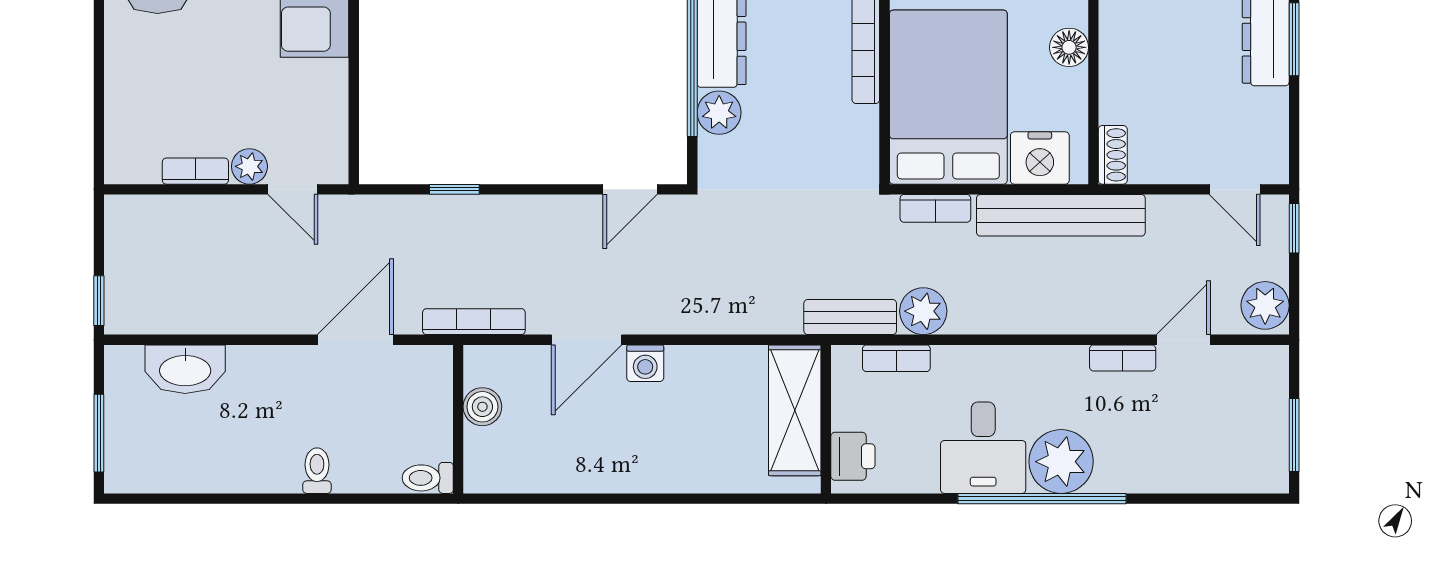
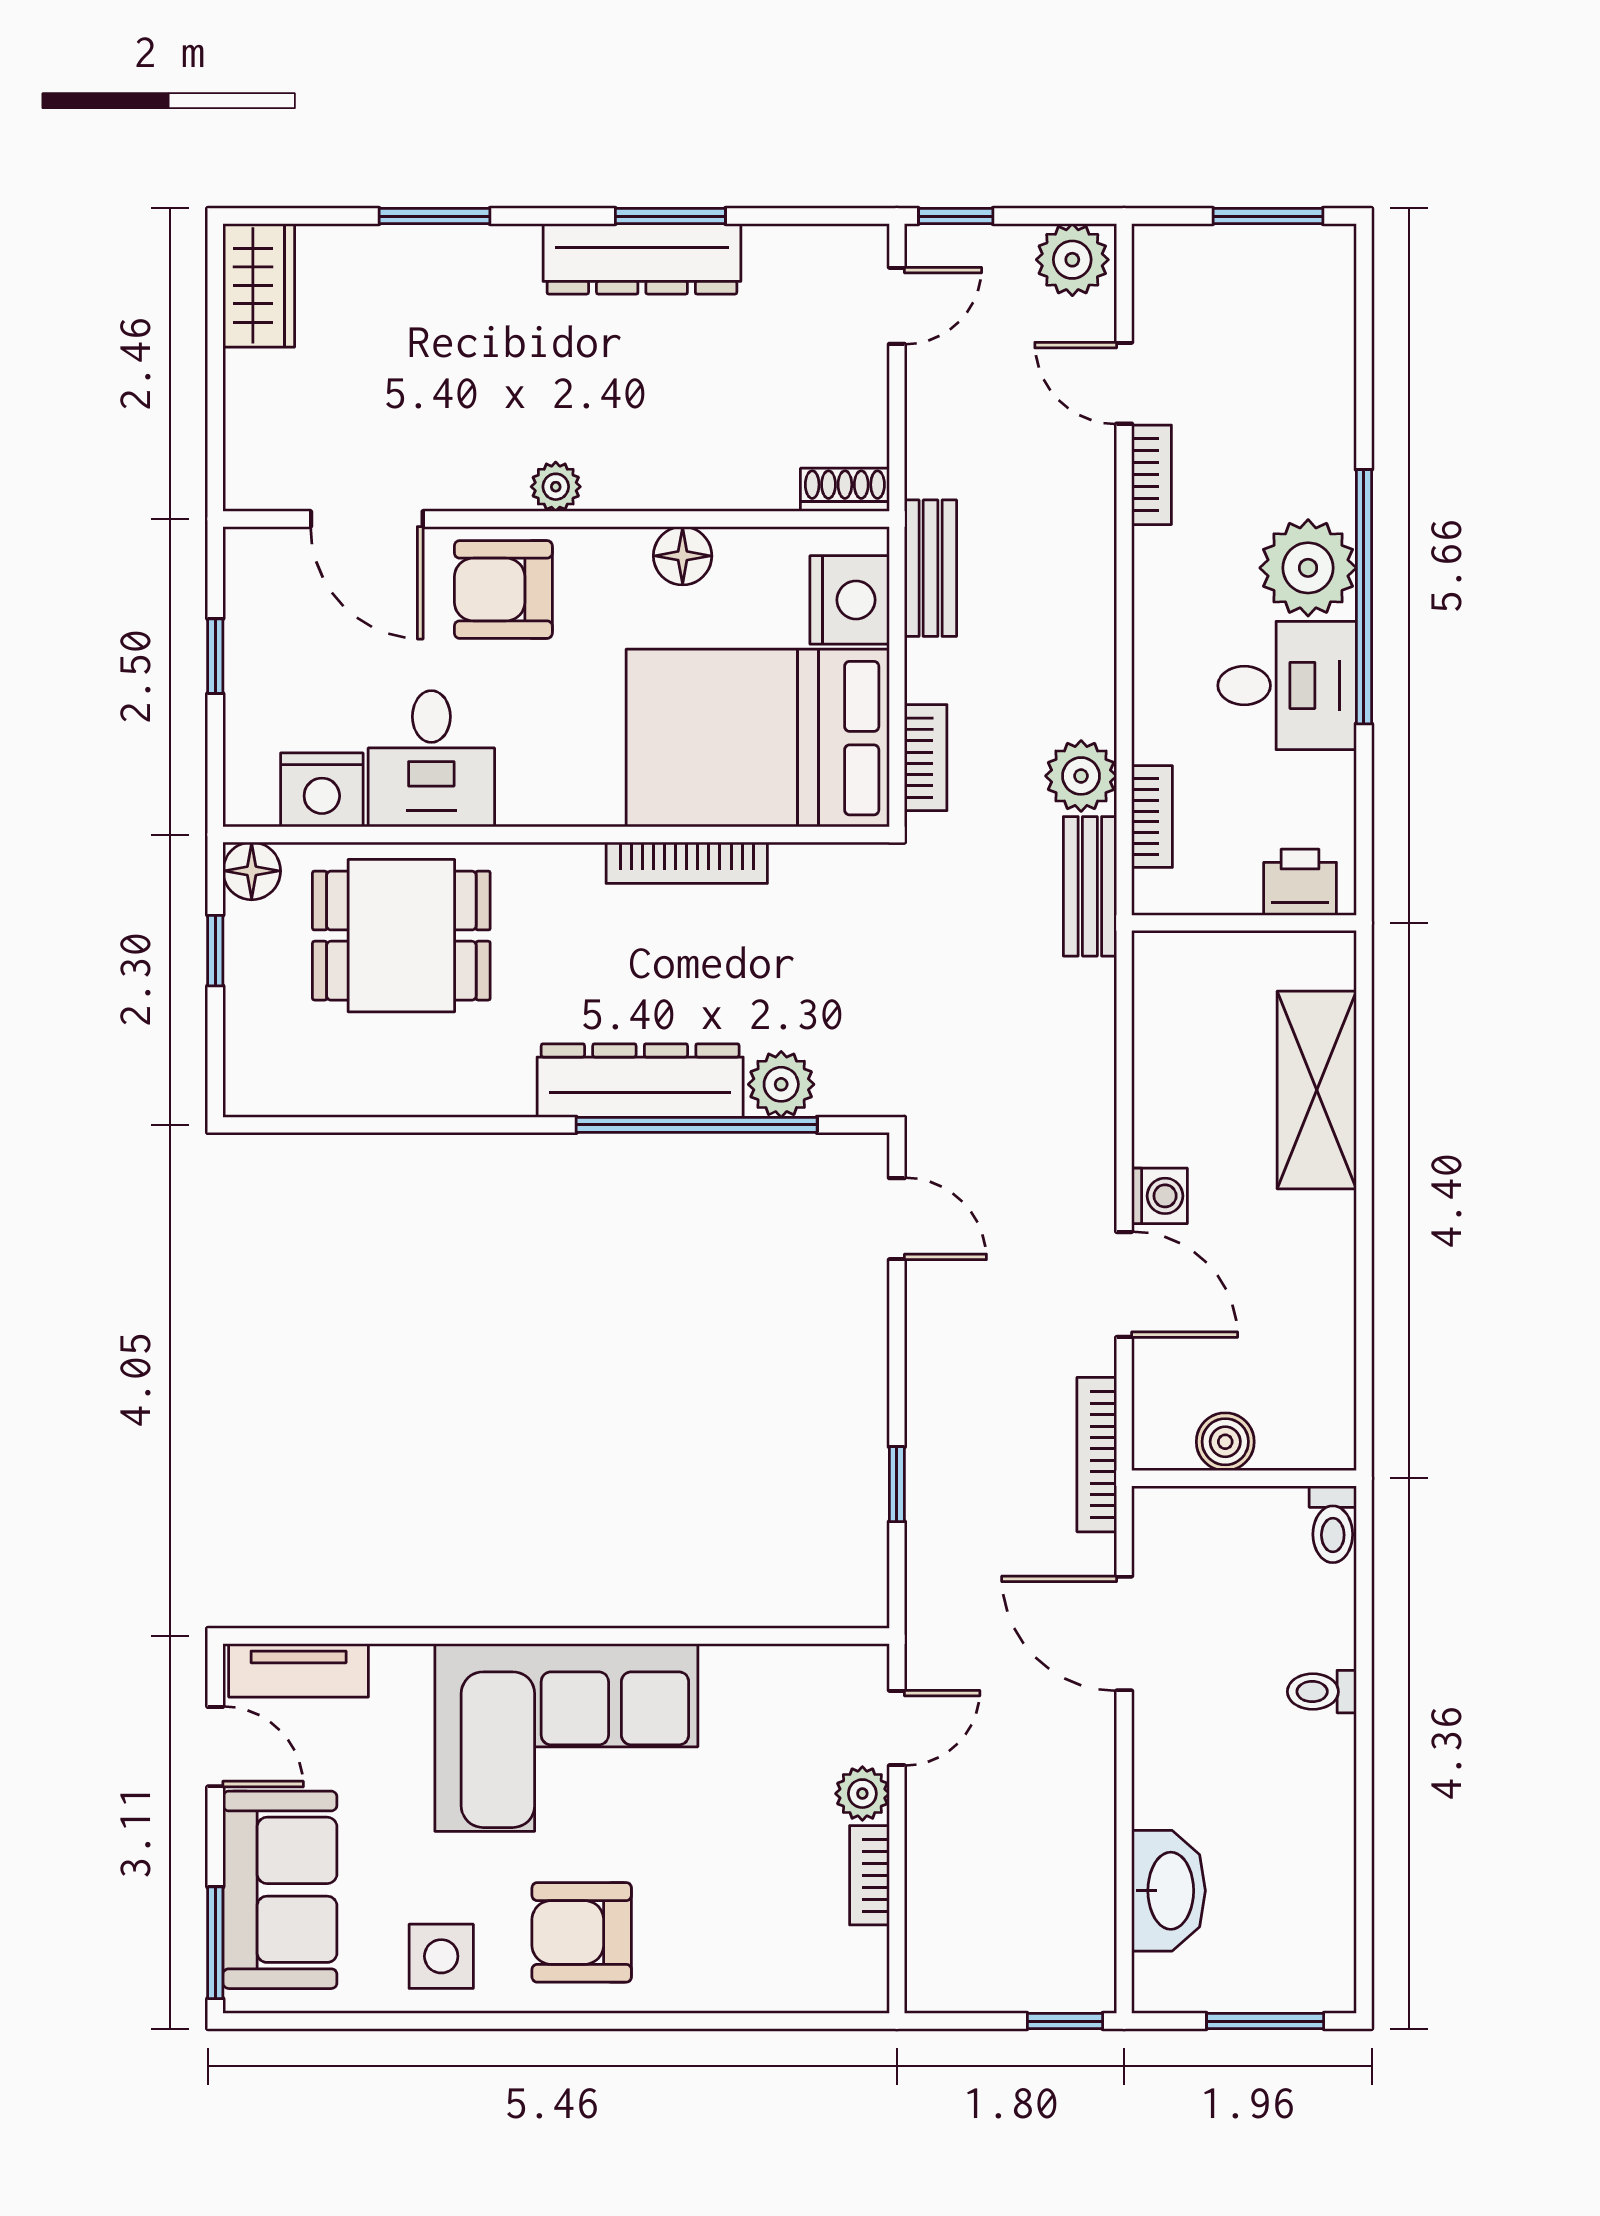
bench: (1061, 215) -> (931, 568), width x0.54, depth x0.82
shelving: (795, 410) -> (1317, 1090), moved, turned 90

